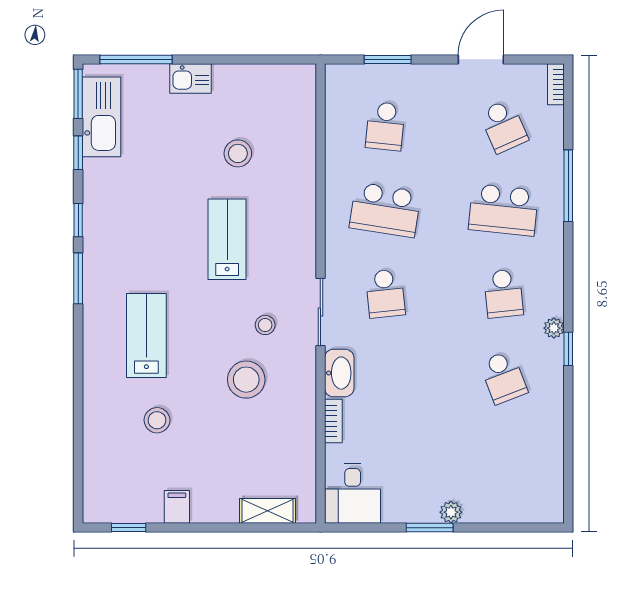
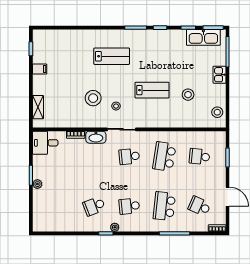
school desk: (503, 126) -> (200, 206), turned 48
stool: (157, 420) -> (217, 112), moved

